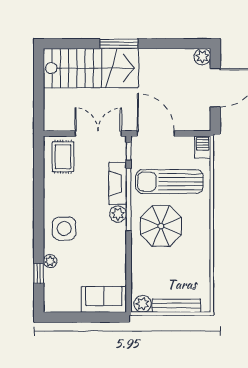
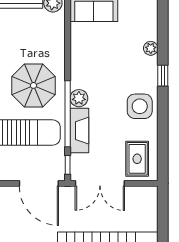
side table: (64, 229) -> (140, 106), moved
window: (39, 273) -> (163, 76), moved

